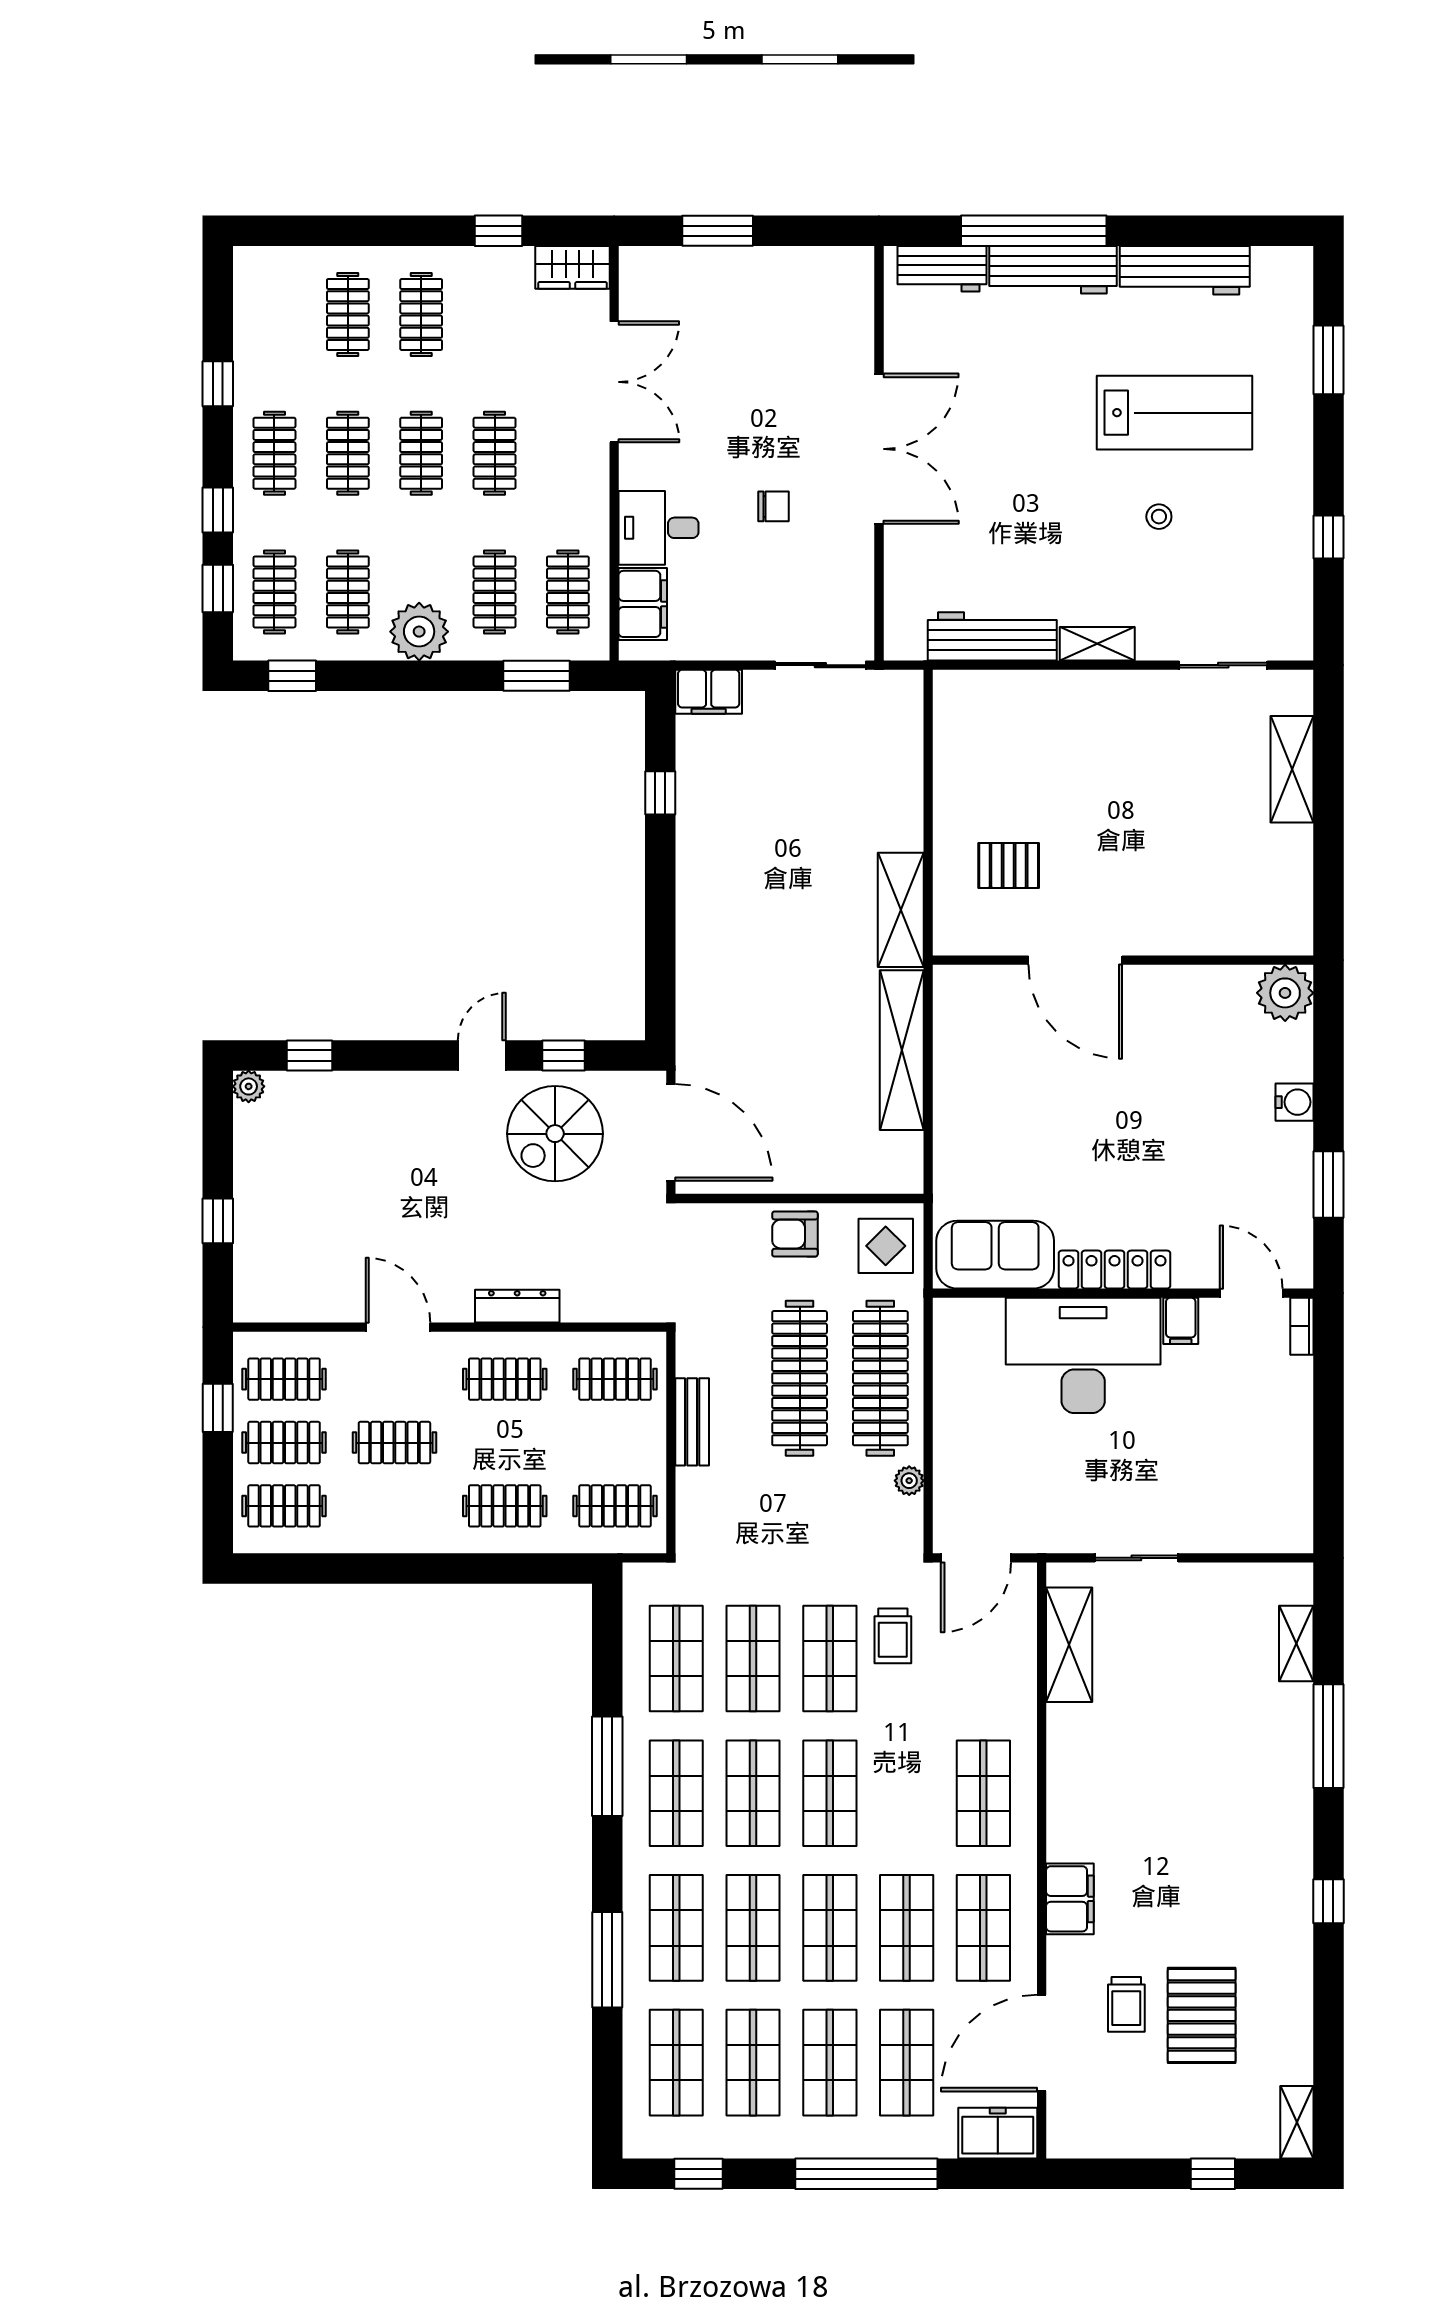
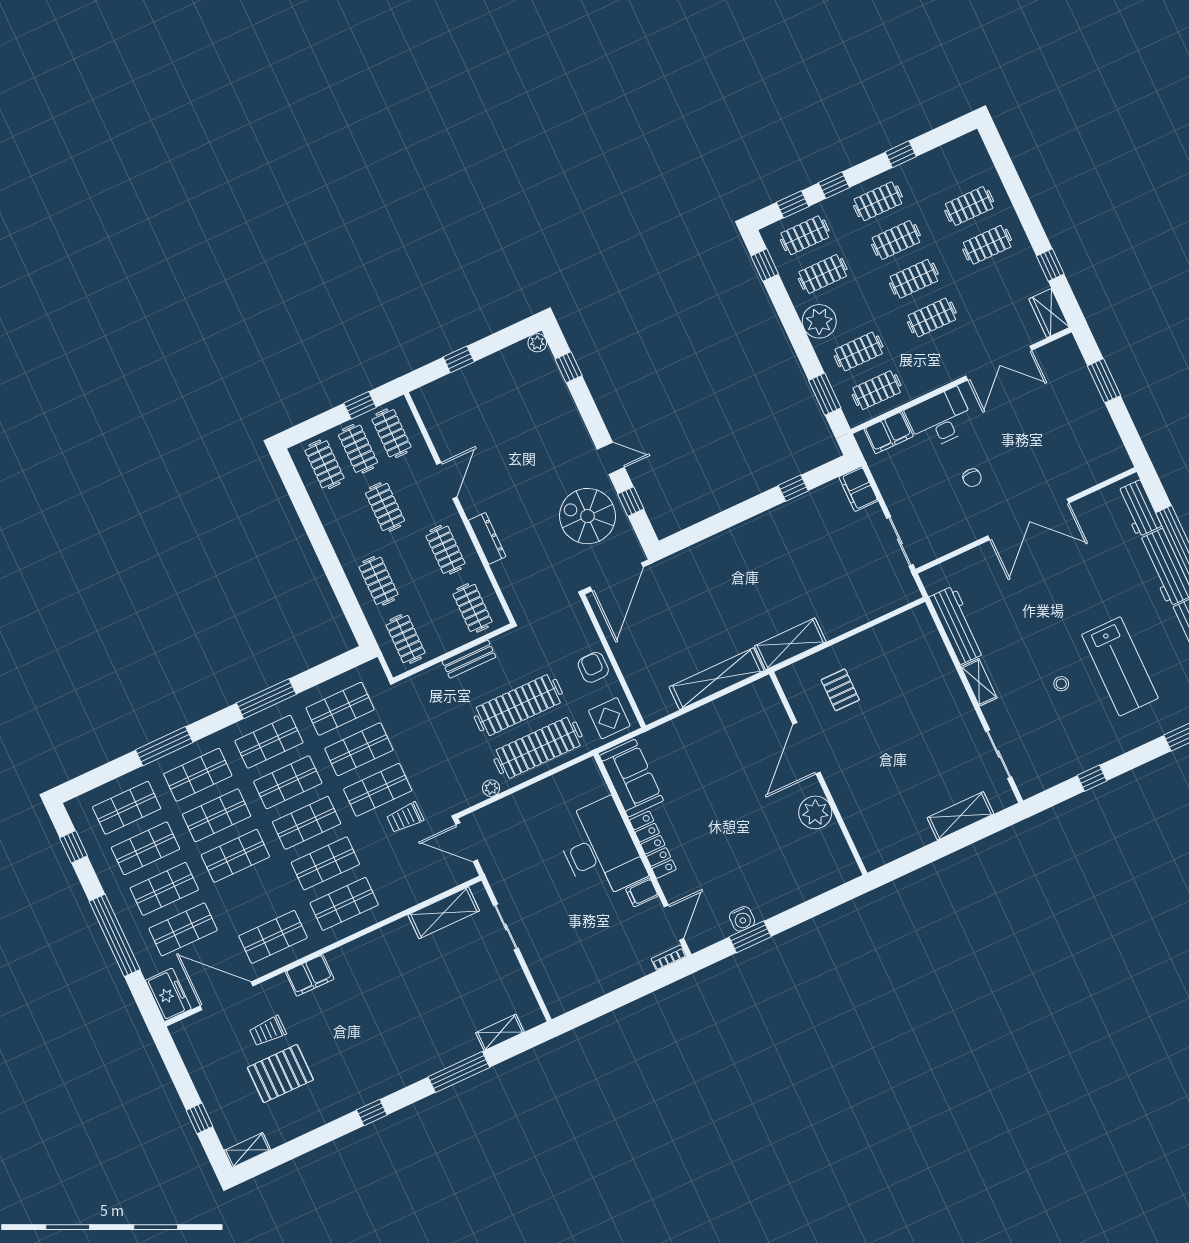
desk: (659, 528) -> (940, 419), width x1.37
plant: (1285, 993) -> (815, 812), moved
water cooler: (1294, 1102) -> (742, 919), moved
shop shelf: (907, 1928) -> (325, 863), moved

